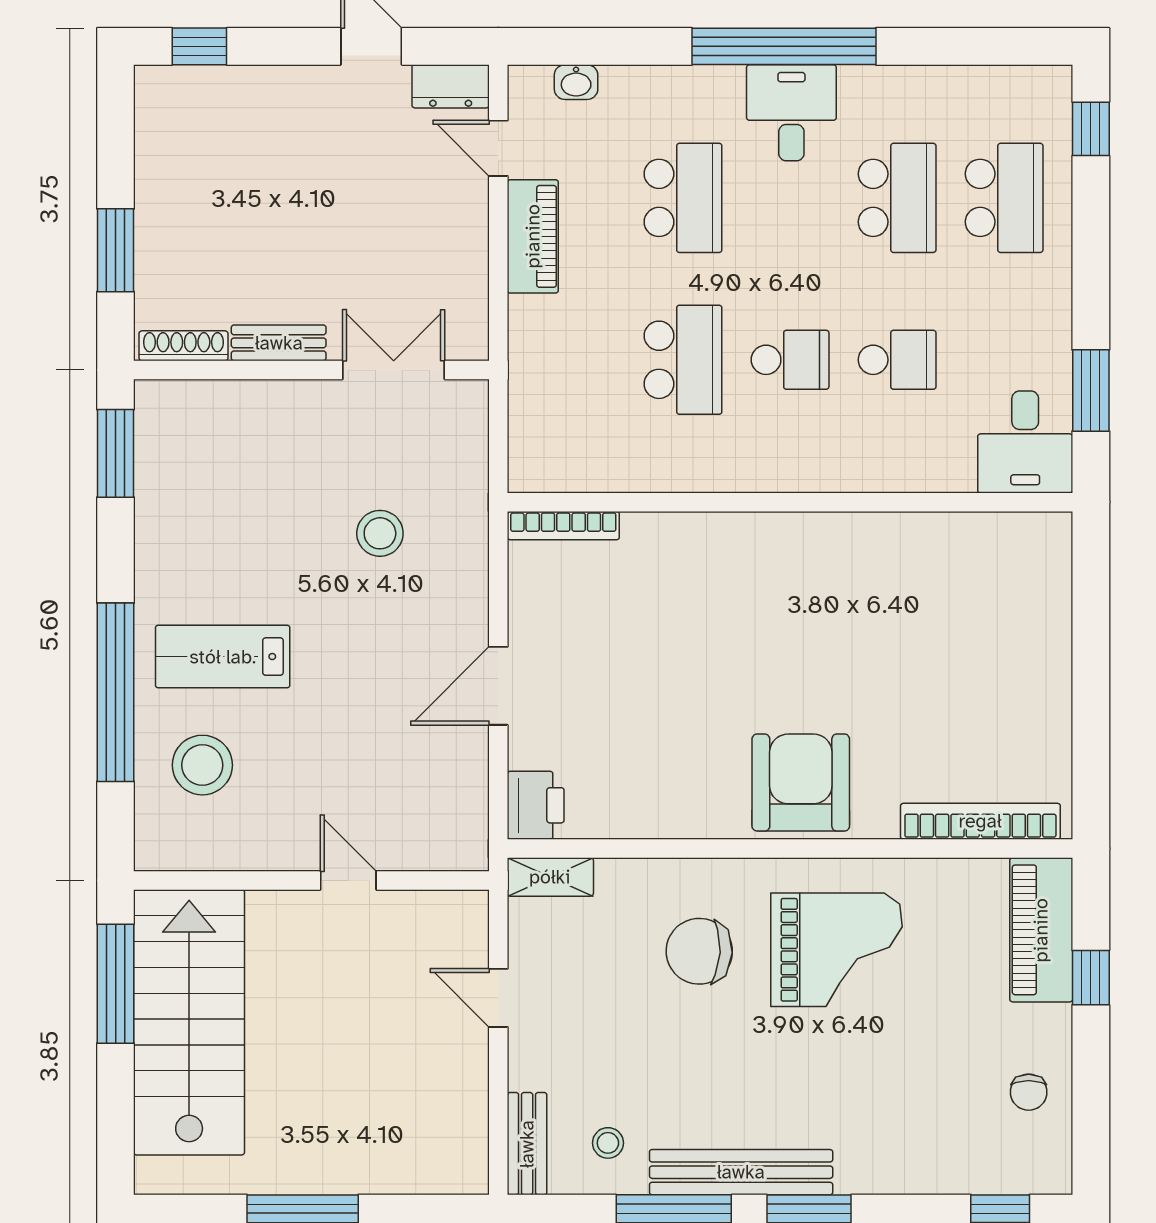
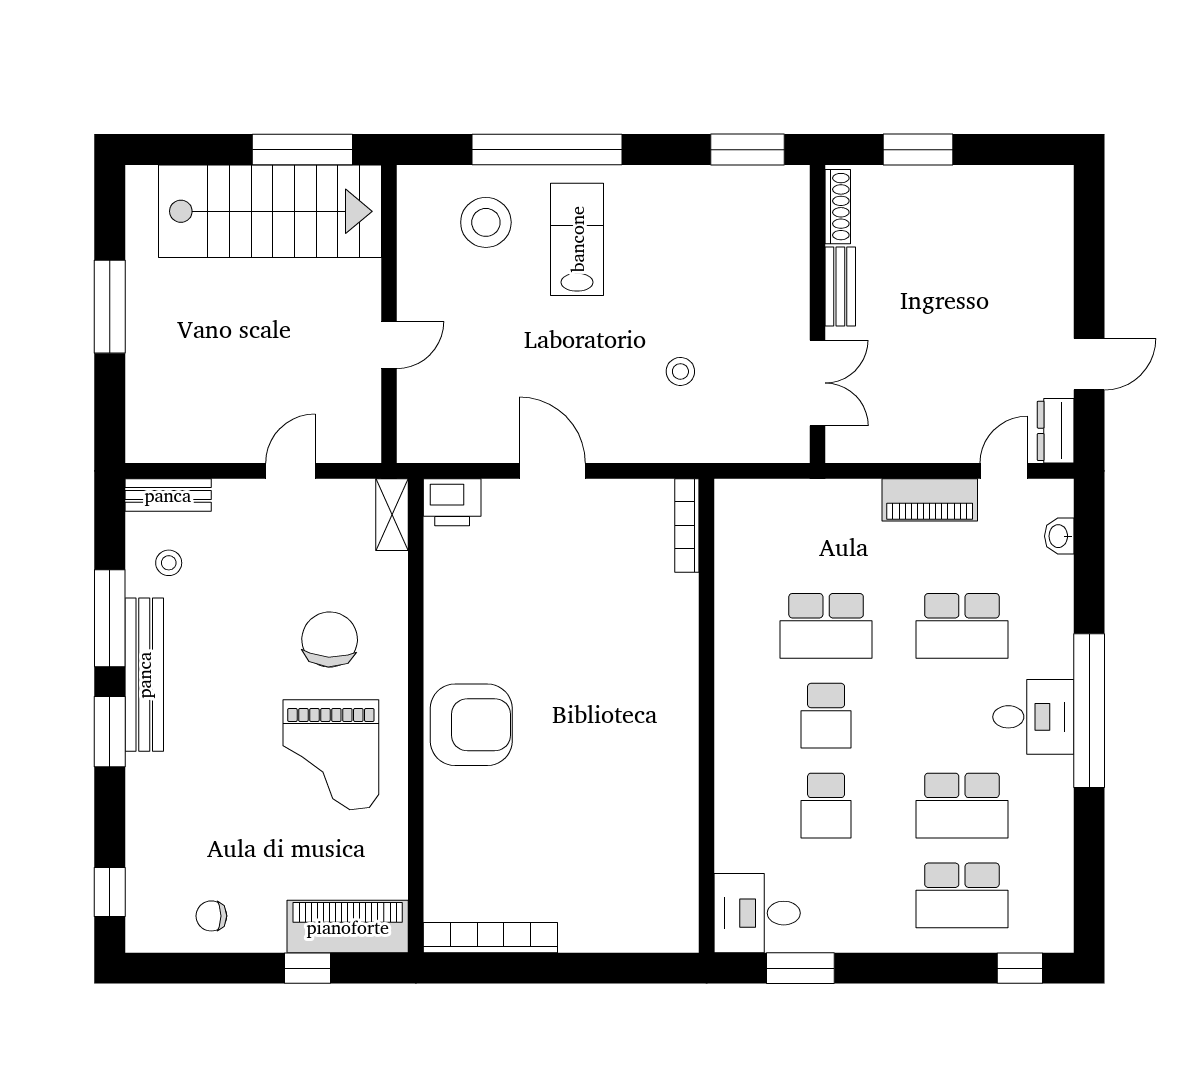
window: (199, 46) -> (1089, 220), removed
stool: (380, 533) -> (680, 371), width x0.73, depth x0.73
bookcase: (980, 821) -> (490, 938), moved, turned -90

